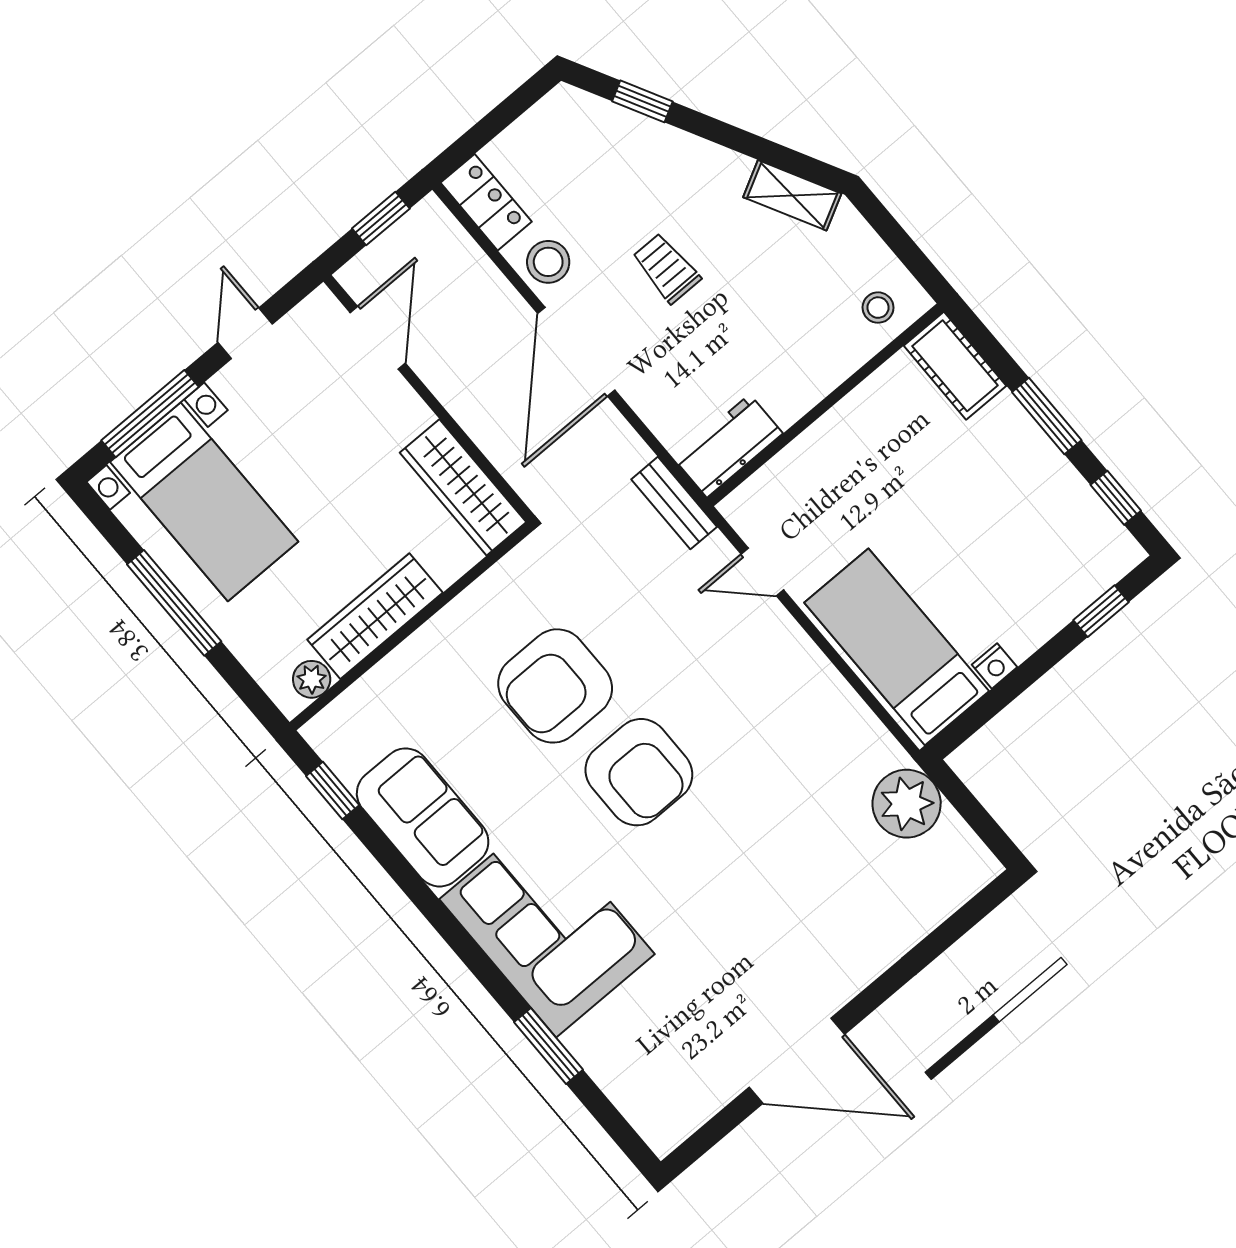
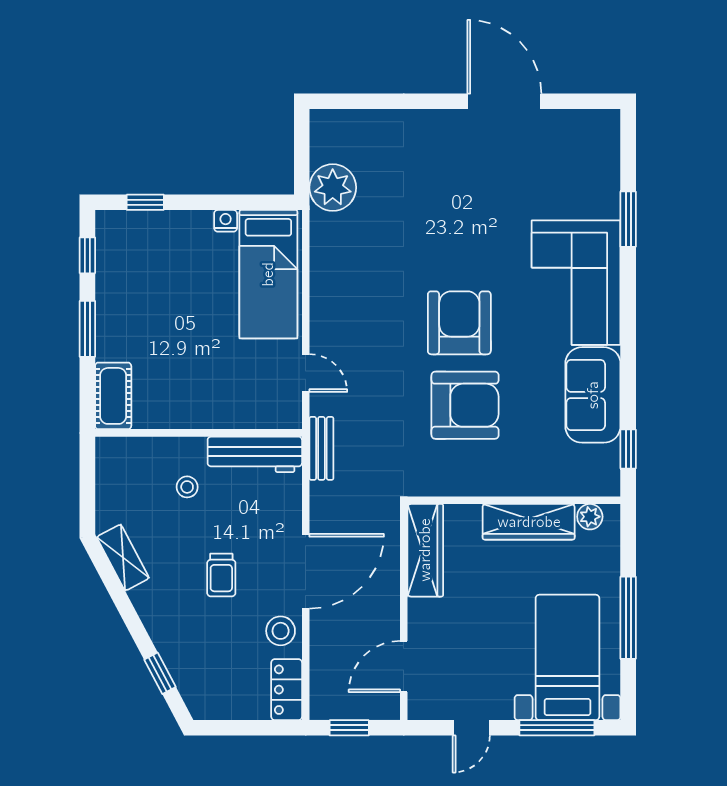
stool: (878, 308) -> (187, 487), moved
workbench: (728, 446) -> (255, 454), width x1.38

